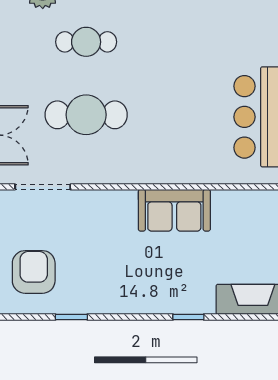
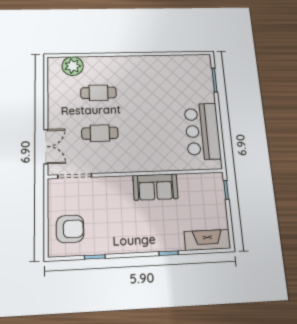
cafe table: (86, 115) -> (100, 133), width x0.73, depth x0.74
armchair: (34, 272) -> (70, 229), turned 90

